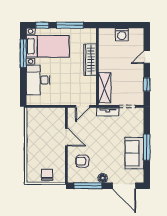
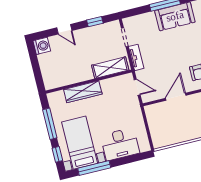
washing machine: (122, 35) -> (42, 46), moved

